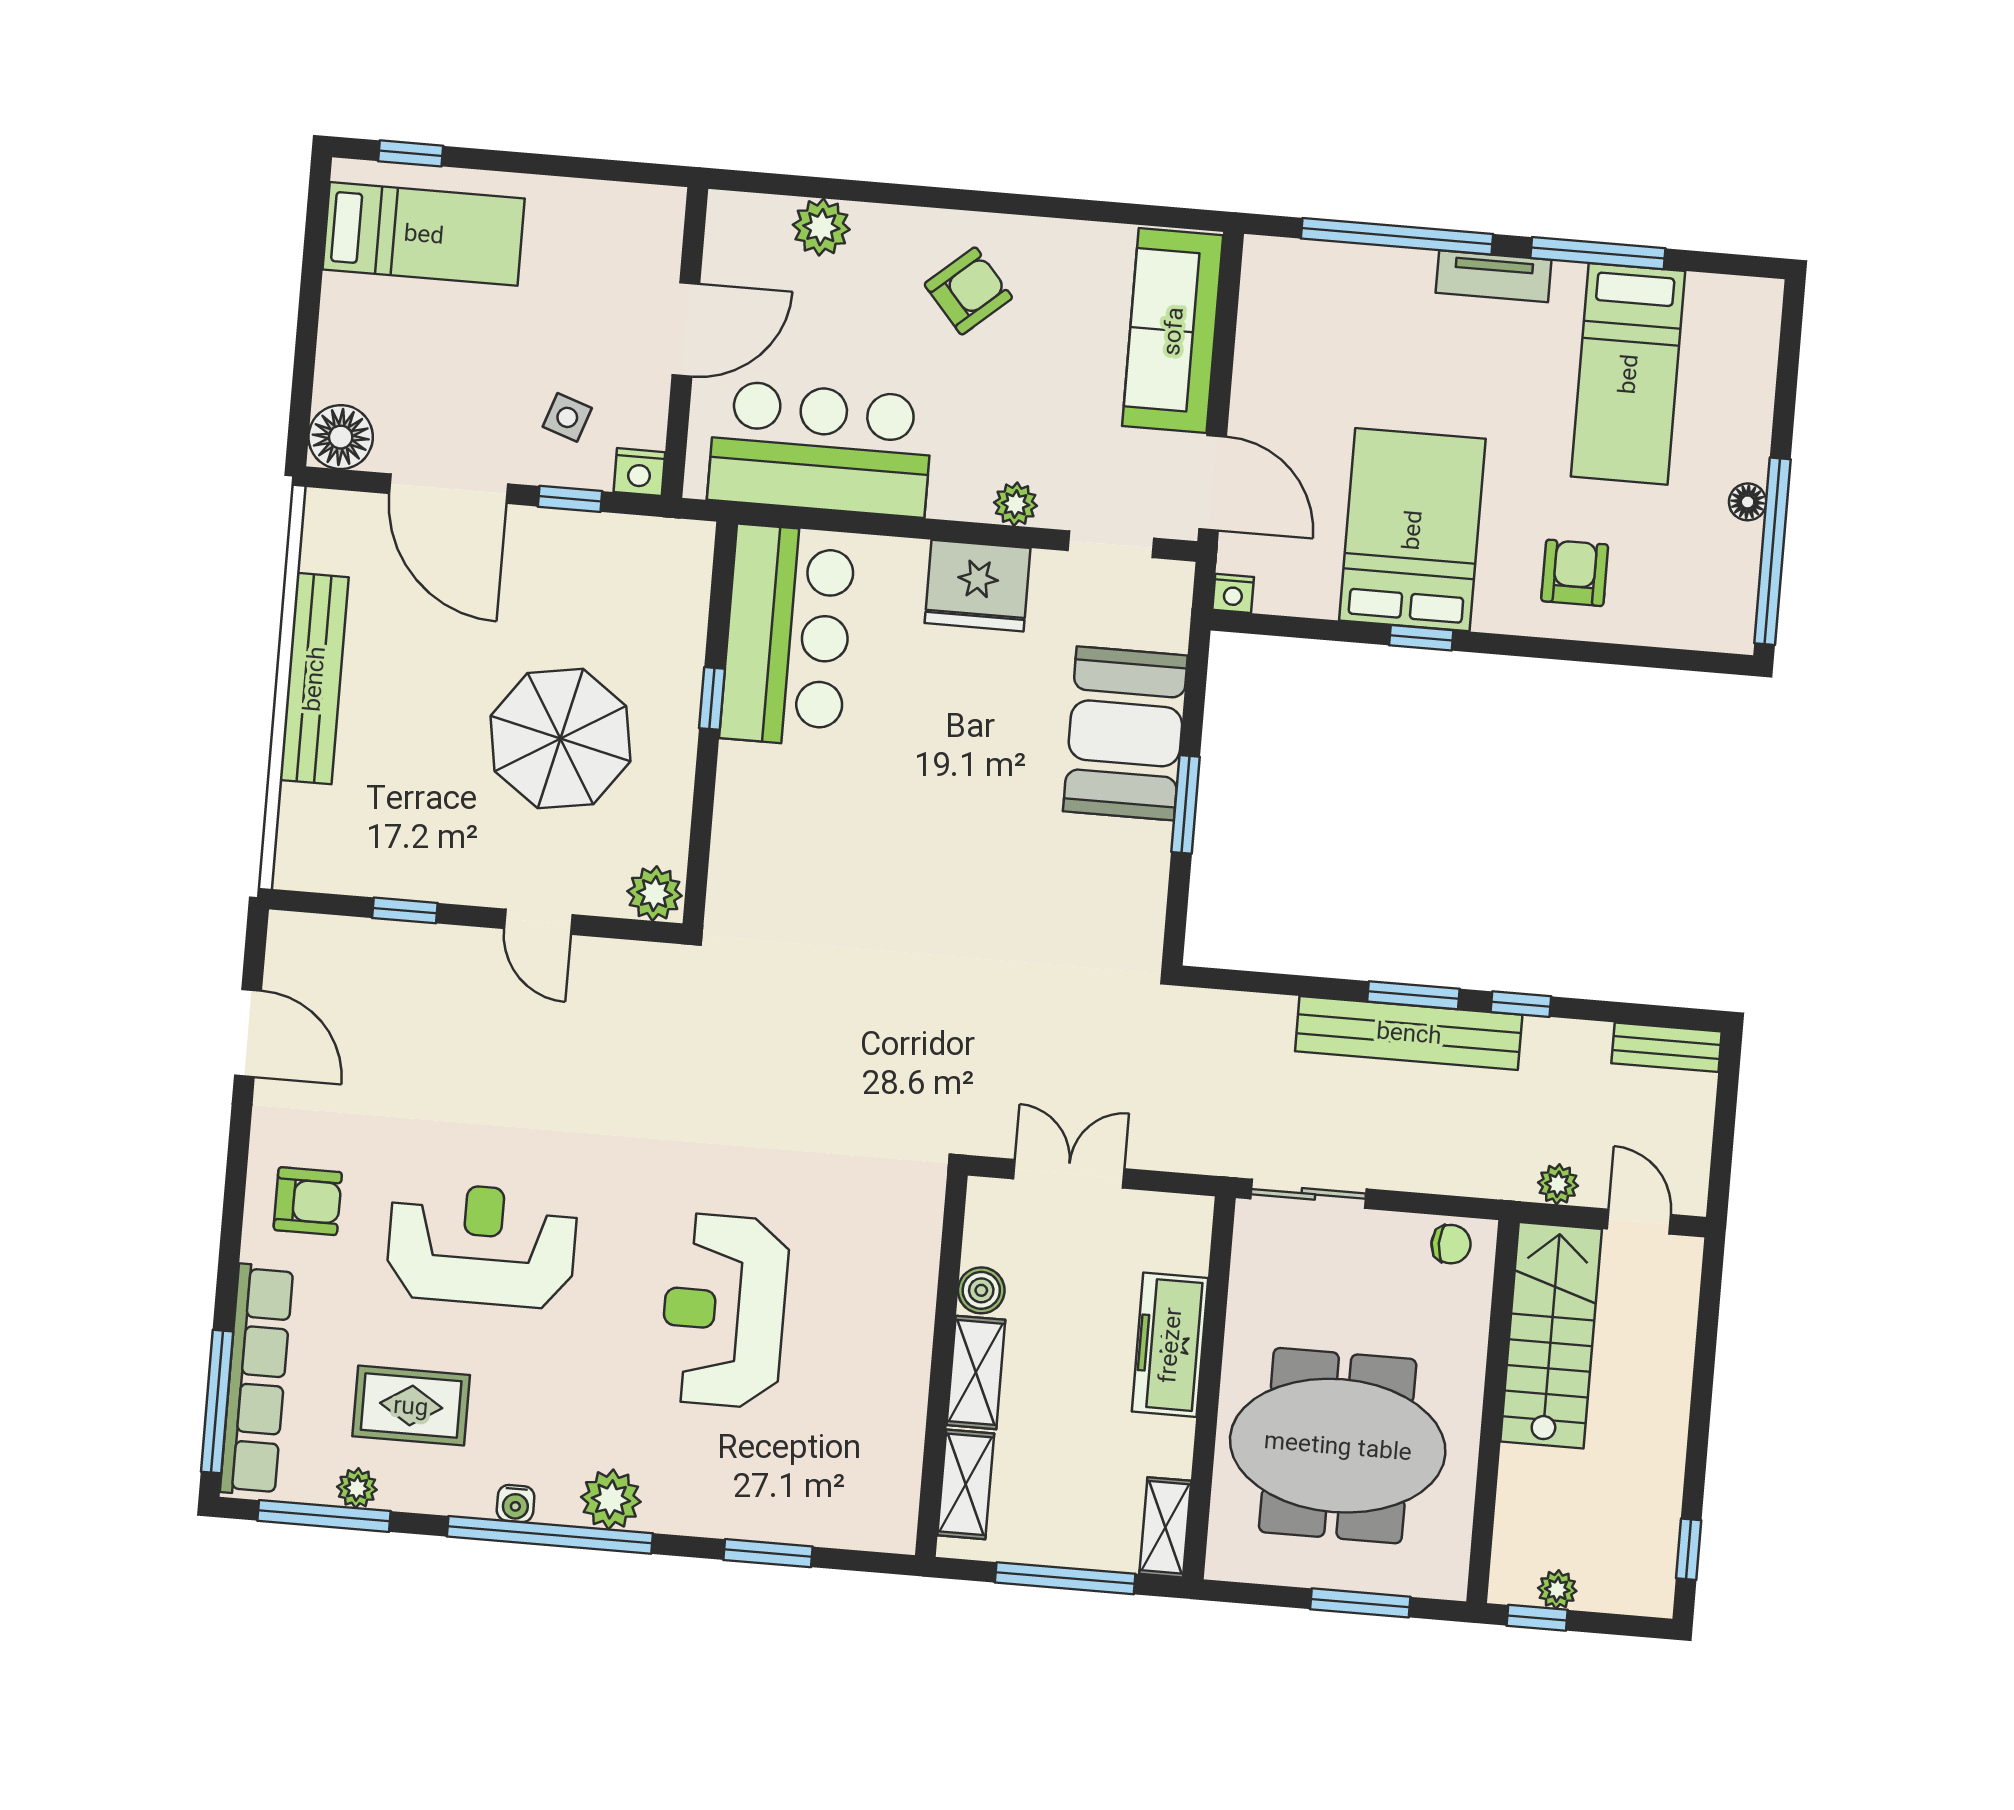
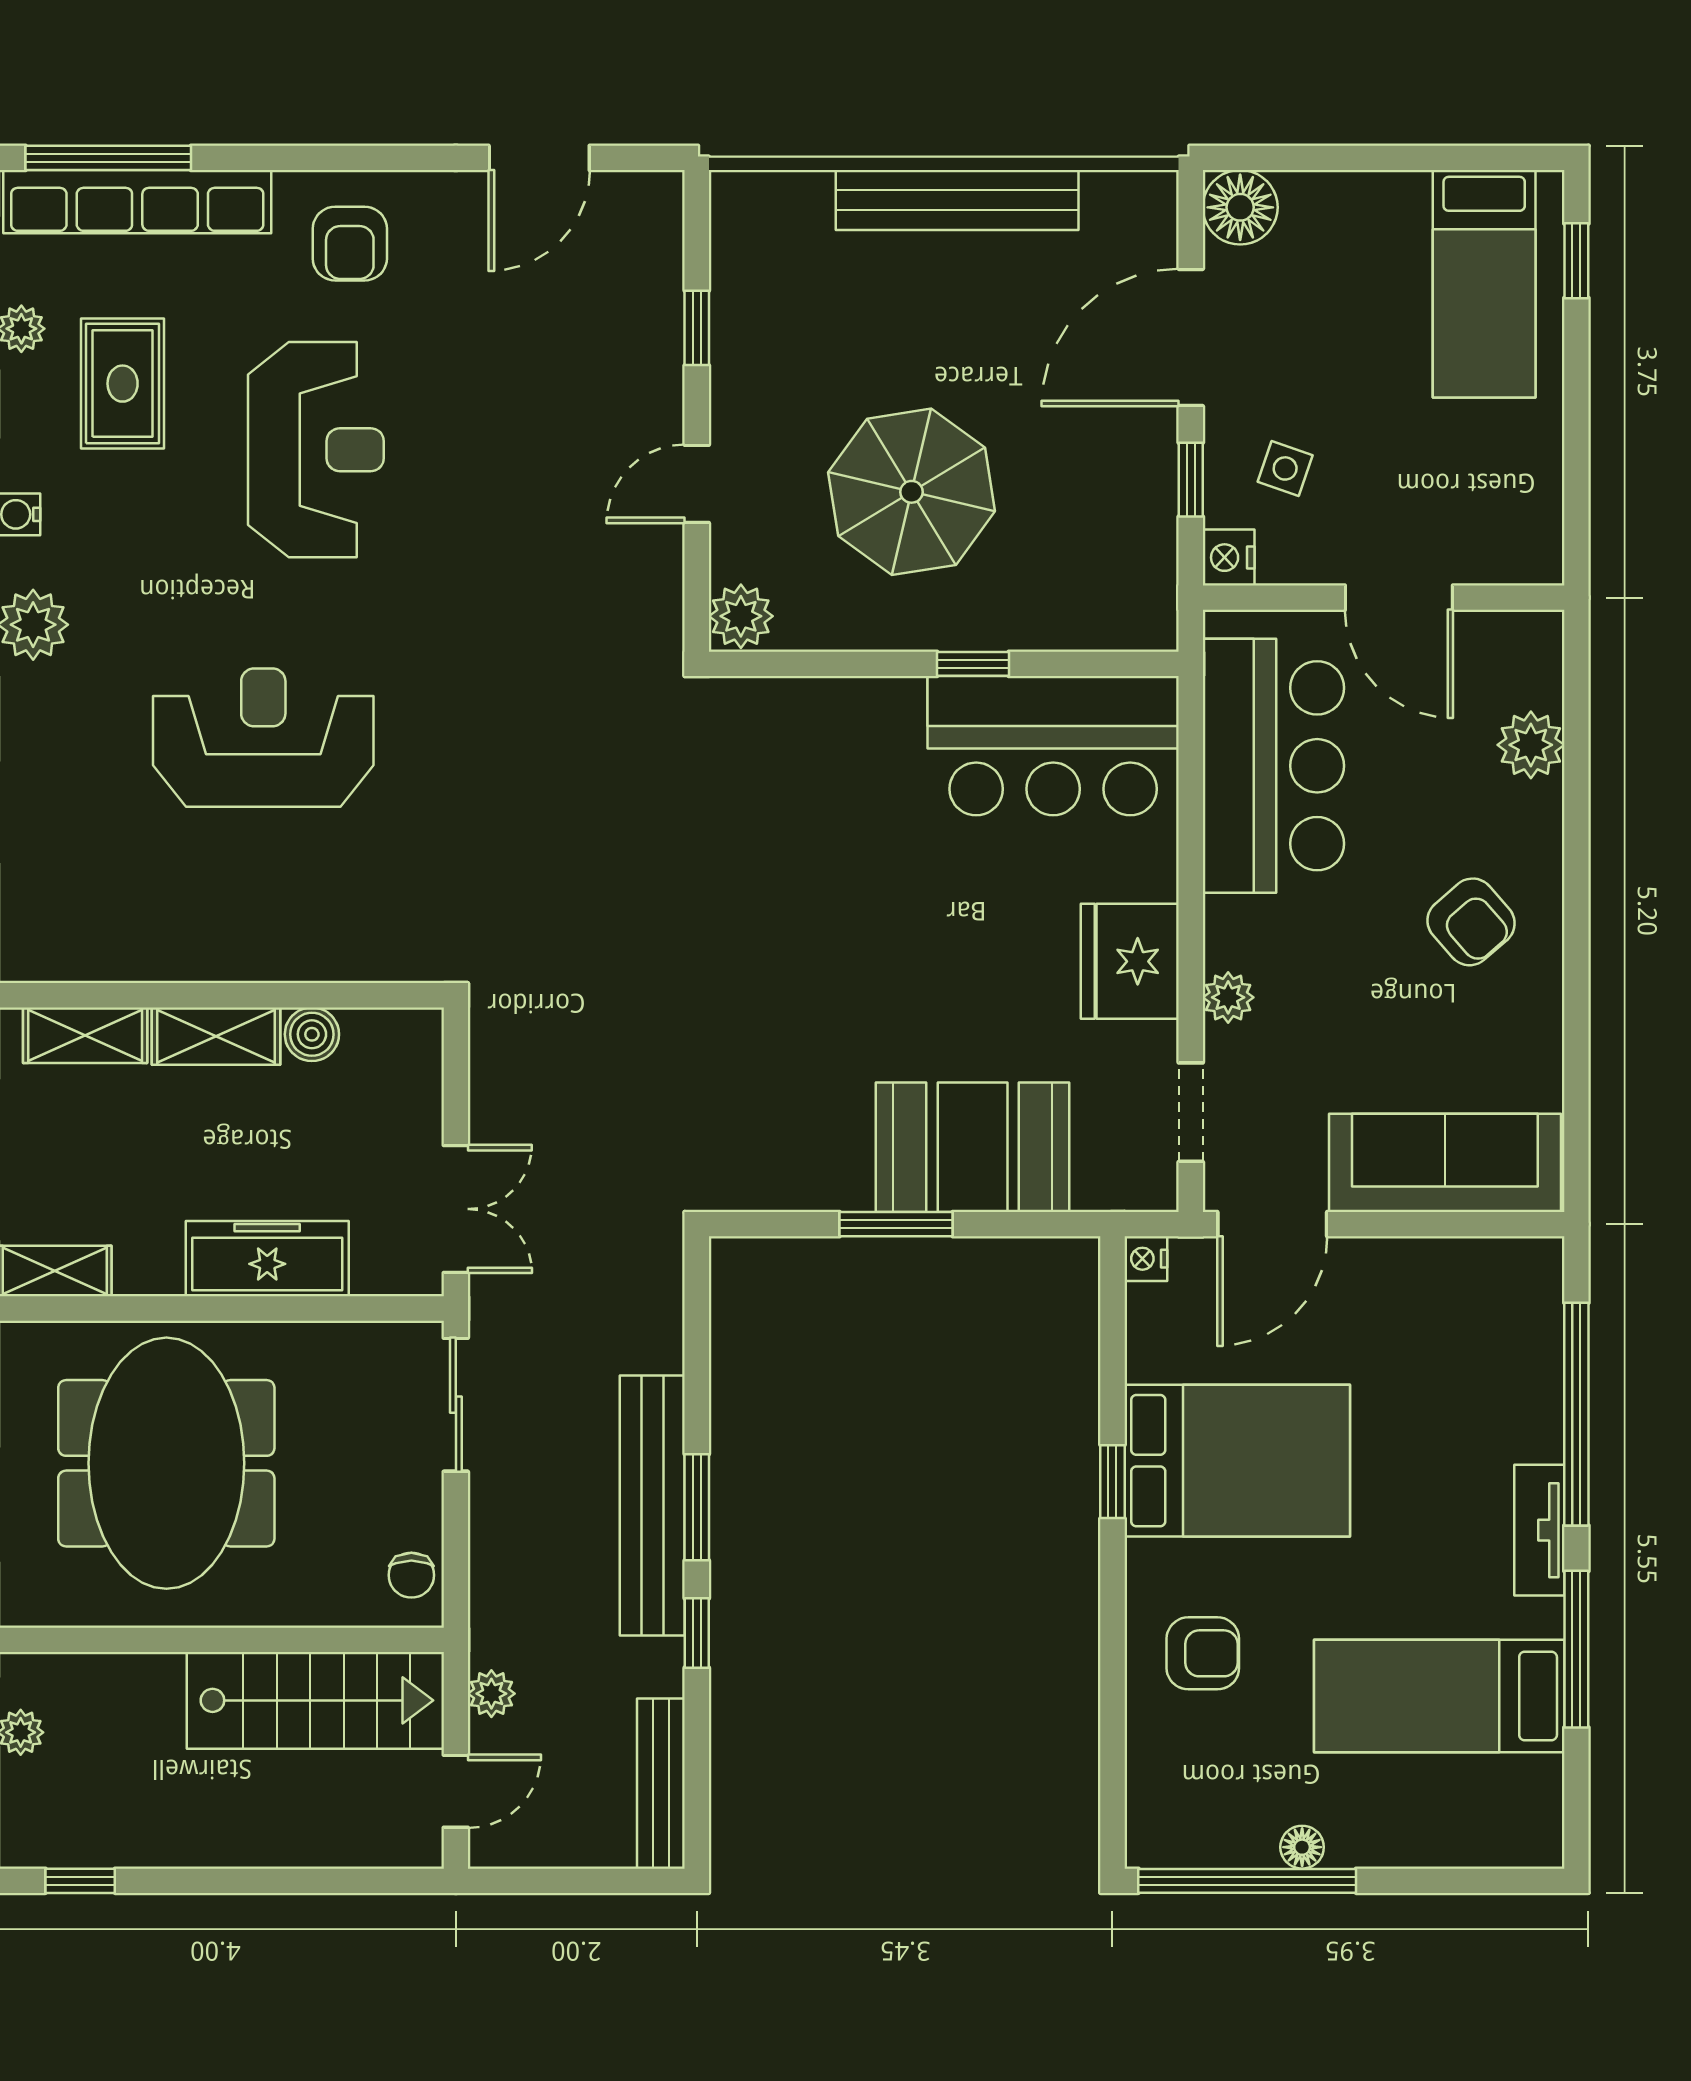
bench: (1667, 1047) -> (661, 1784), width x1.36
double door: (1069, 1174) -> (456, 1209), moved

